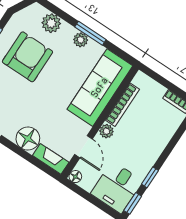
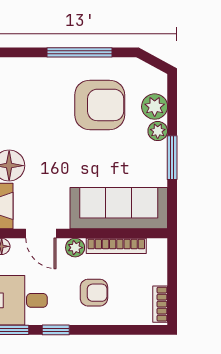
plant: (81, 40) -> (158, 131), moved
armchair: (142, 138) -> (94, 293), added
door: (84, 147) -> (41, 234), hinge flipped

